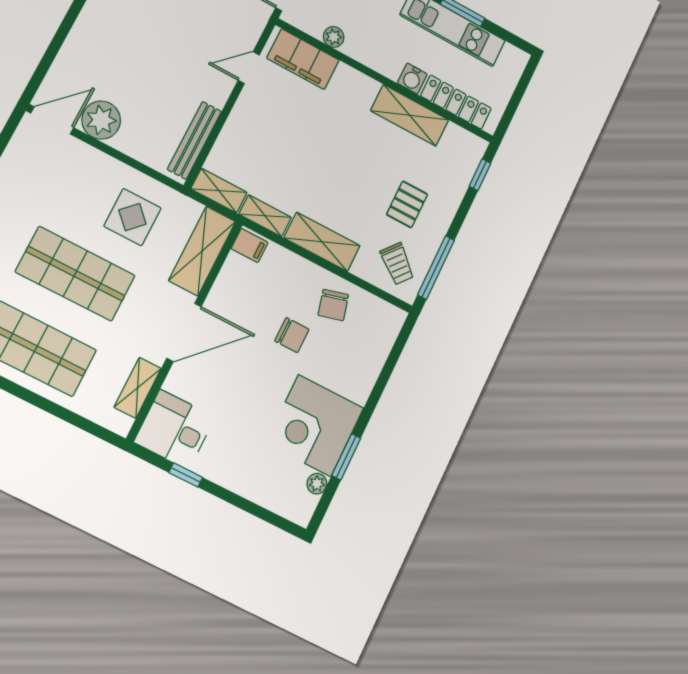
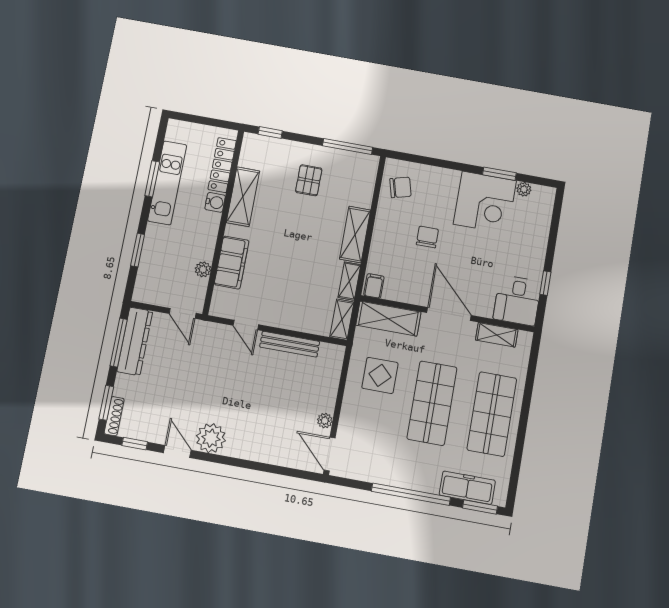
filing cabinet: (303, 59) -> (232, 263), moved
plant: (101, 120) -> (325, 421), width x0.53, depth x0.53
bench: (194, 140) -> (290, 344), moved
pallet: (407, 204) -> (309, 180), turned 90
trolley: (397, 264) -> (354, 175), removed
chair: (333, 305) -> (400, 187), moved

